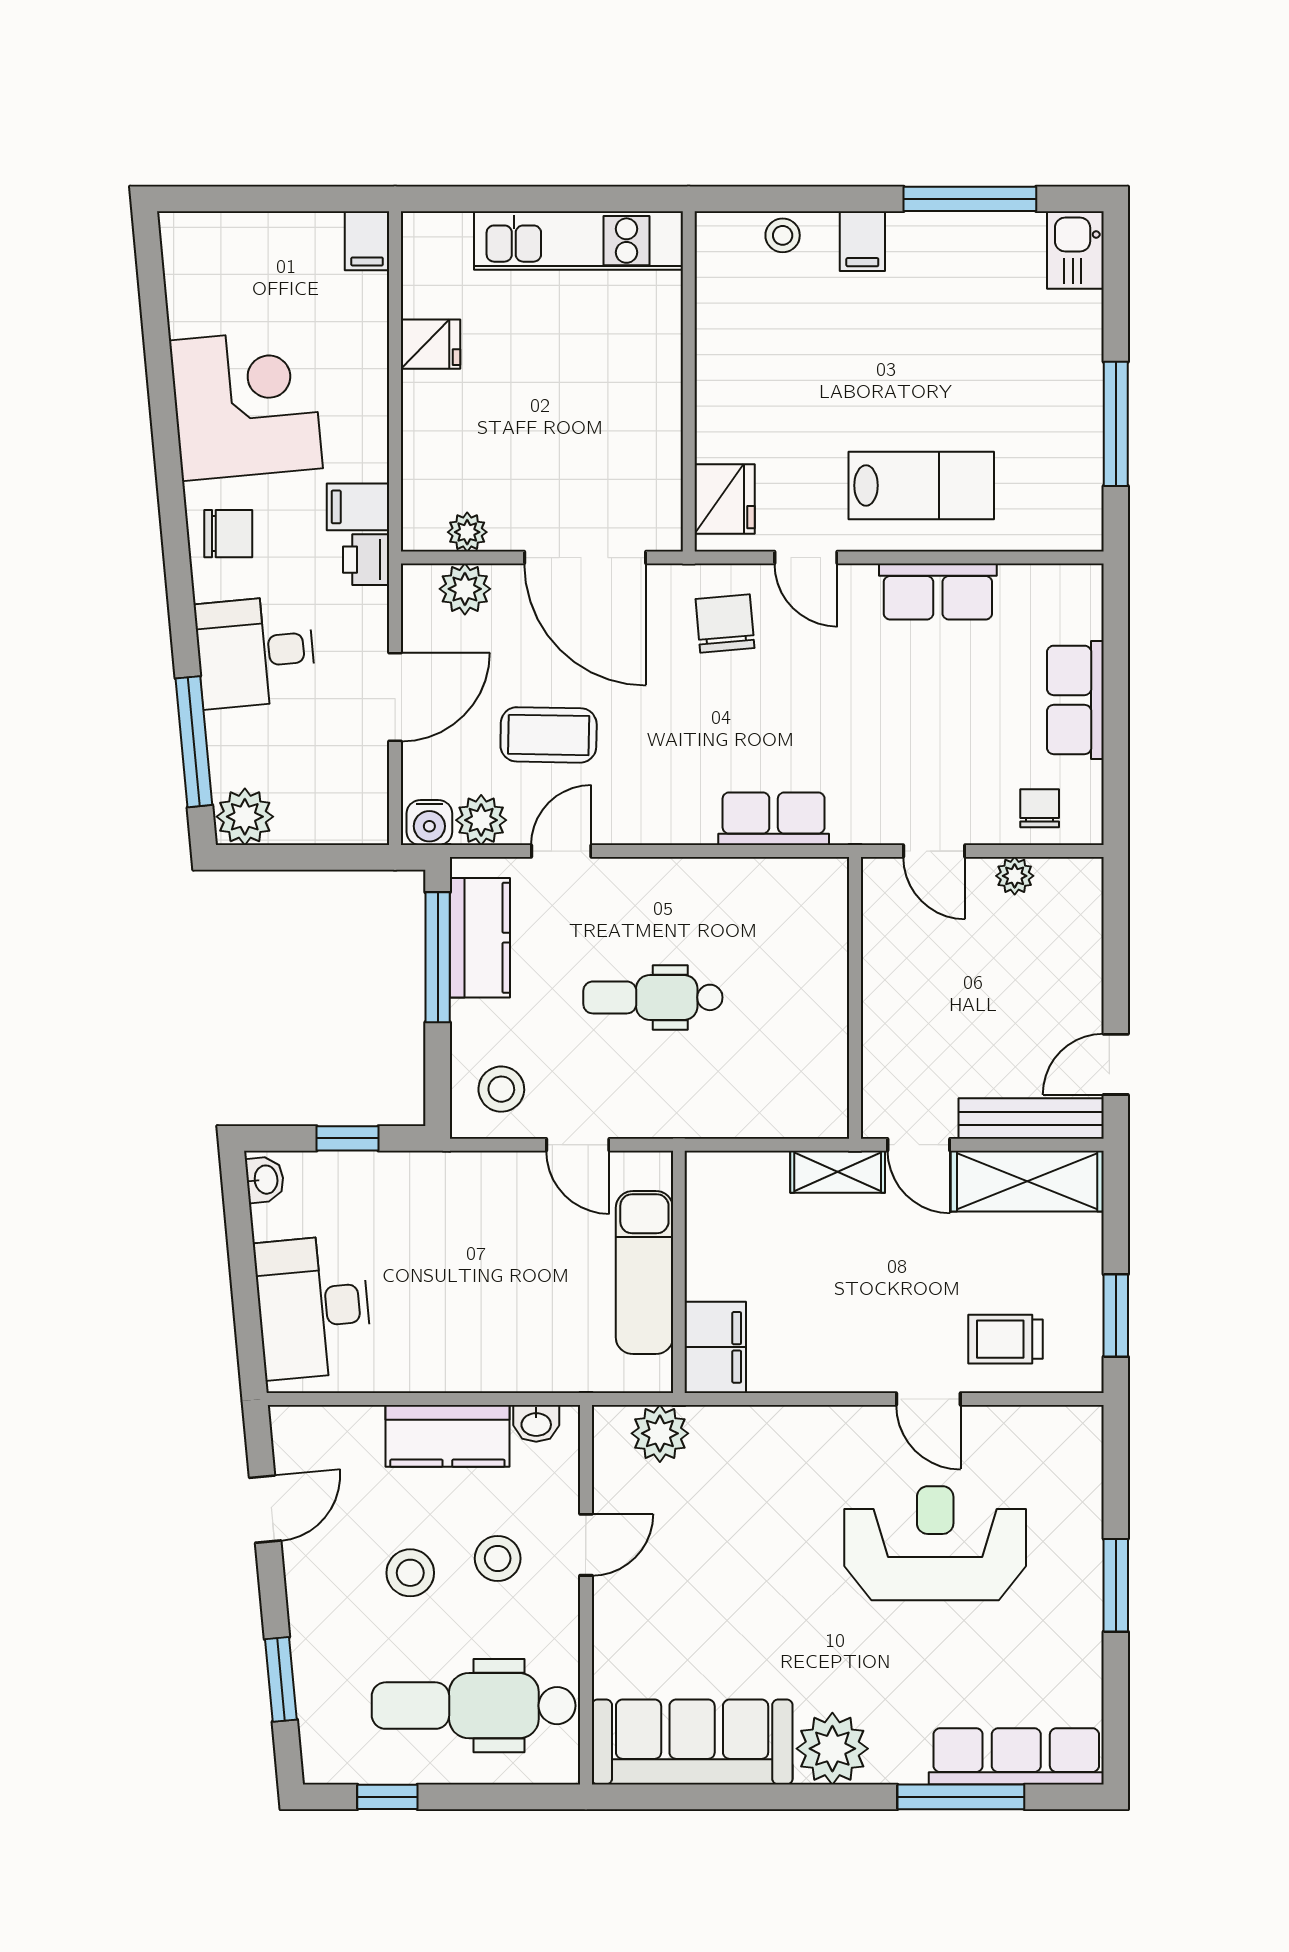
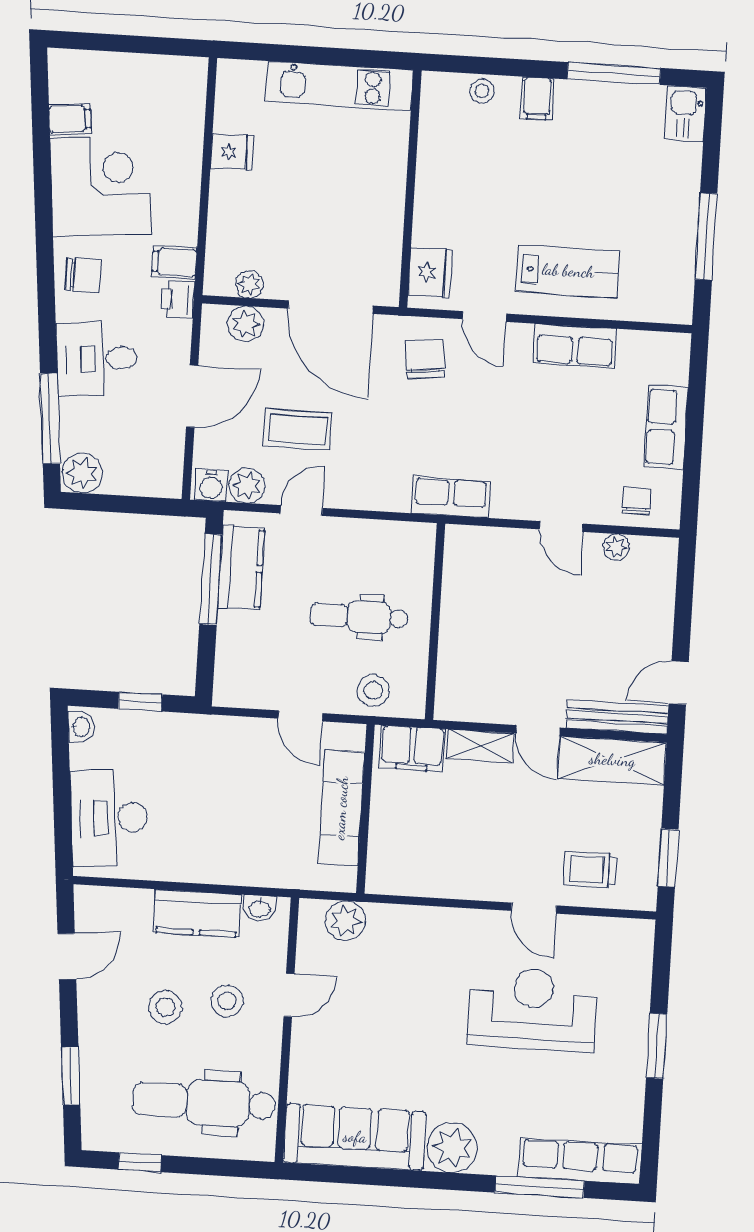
filing cabinet: (367, 241) -> (70, 119), moved, turned -95
wall: (855, 998) -> (435, 621), moved
stool: (501, 1089) -> (373, 690), moved
filing cabinet: (715, 1347) -> (412, 748), moved, turned 90

